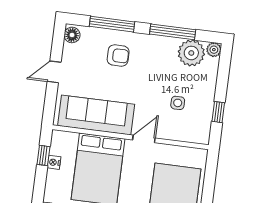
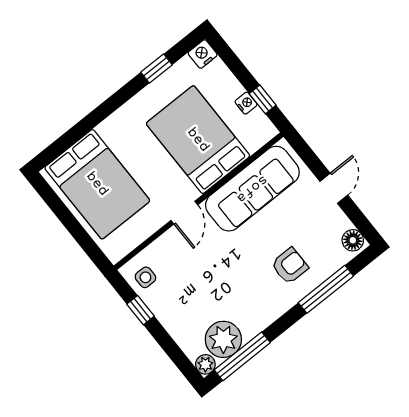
window: (173, 32) -> (242, 356), moved
armchair: (118, 56) -> (290, 266), turned 180
side table: (178, 103) -> (145, 277), moved

